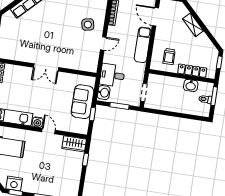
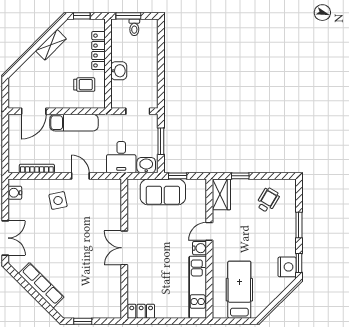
shelving: (193, 25) -> (51, 45), moved
double door: (46, 67) -> (124, 248), swing flipped
washbasin: (191, 85) -> (119, 71), moved
wheelchair: (65, 177) -> (268, 200), added

